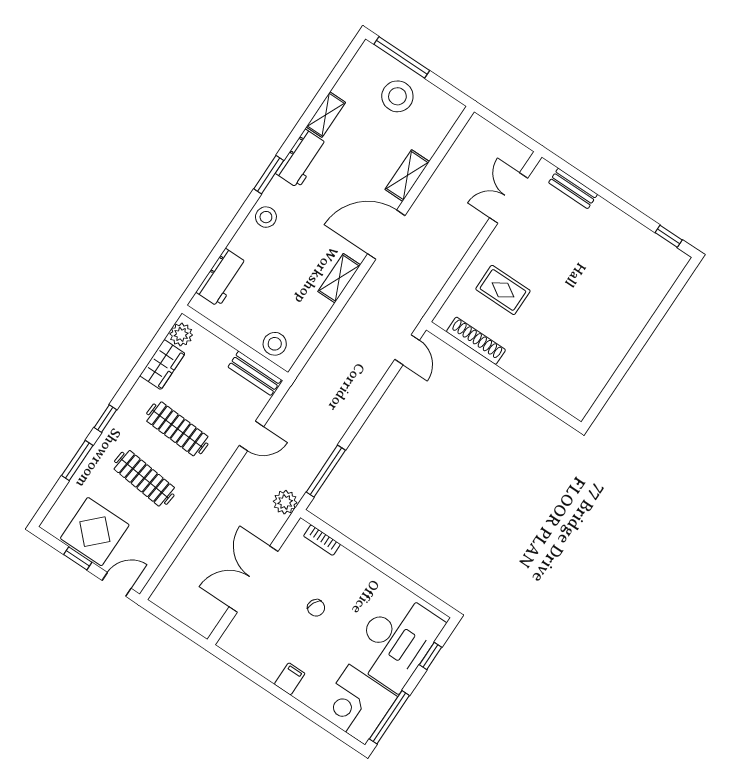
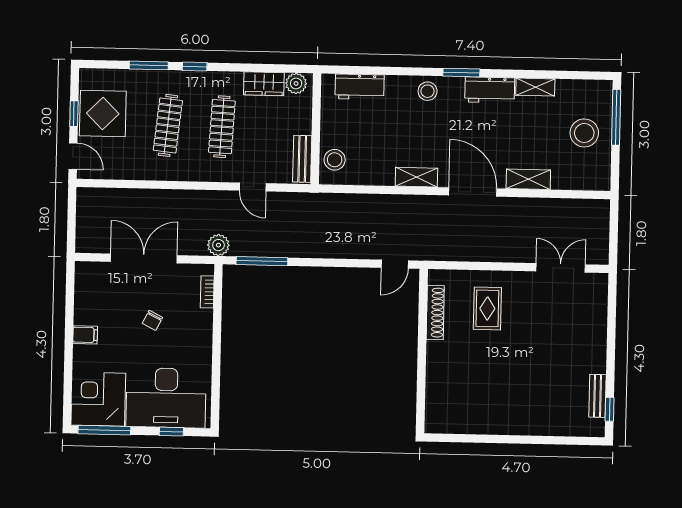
bench: (573, 188) -> (598, 396), moved

